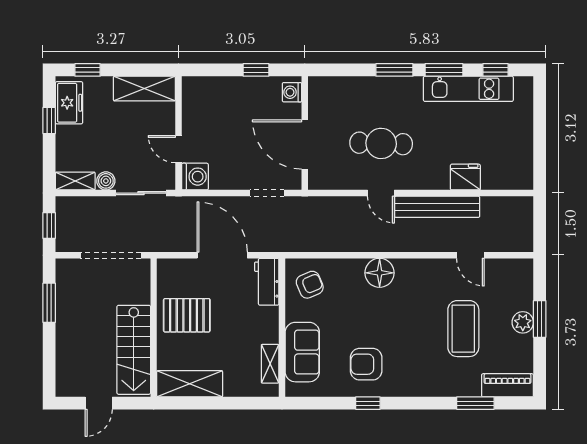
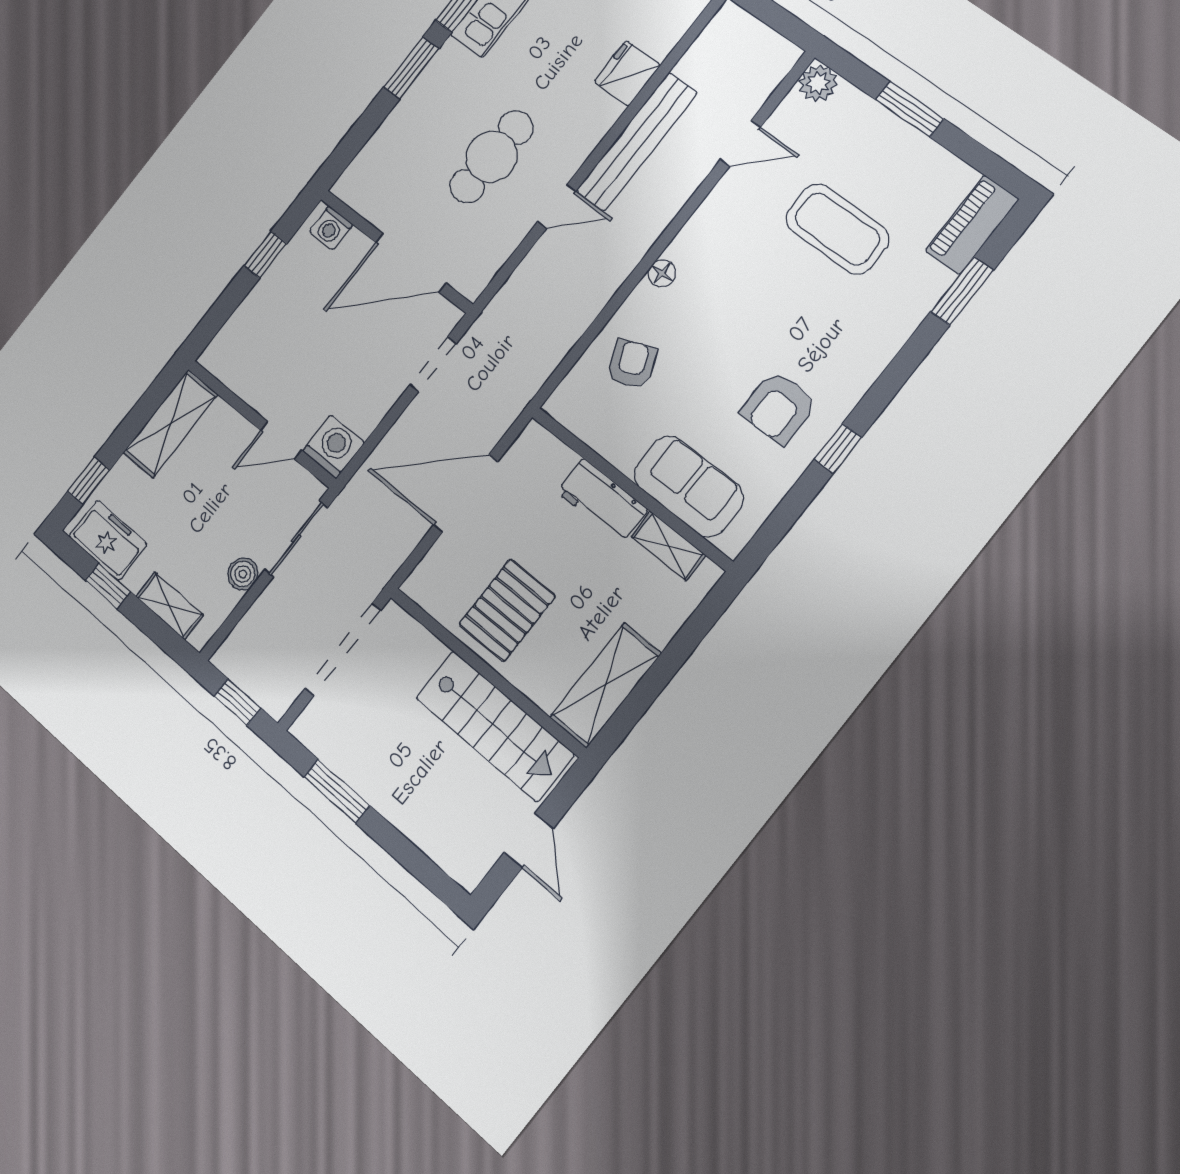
shelving: (75, 181) -> (170, 606), moved, turned 90
floor lamp: (380, 273) -> (662, 273), width x0.53, depth x0.53
workbench: (267, 282) -> (602, 501), moved
armchair: (310, 285) -> (632, 364), moved
plant: (523, 322) -> (818, 83), moved

